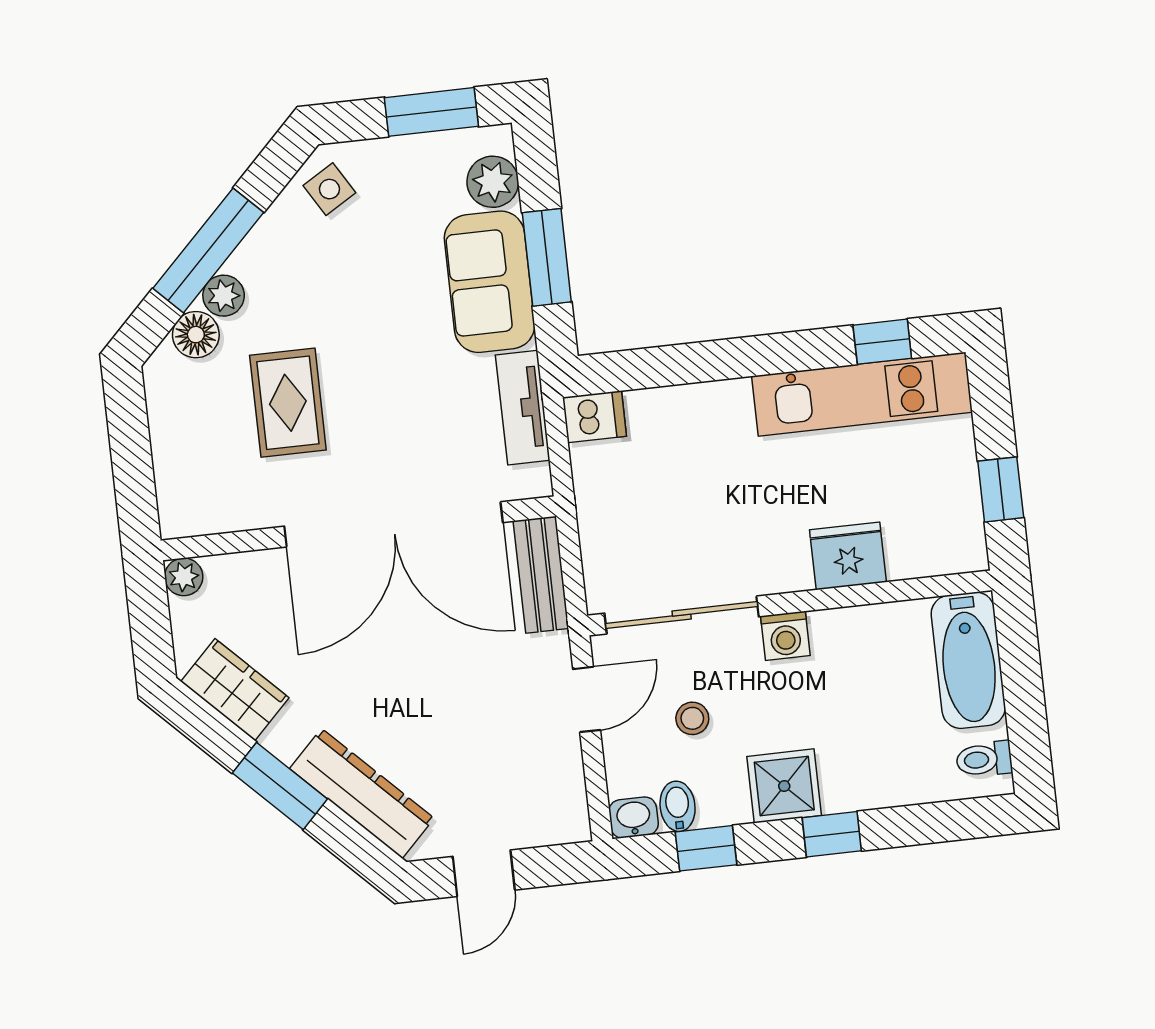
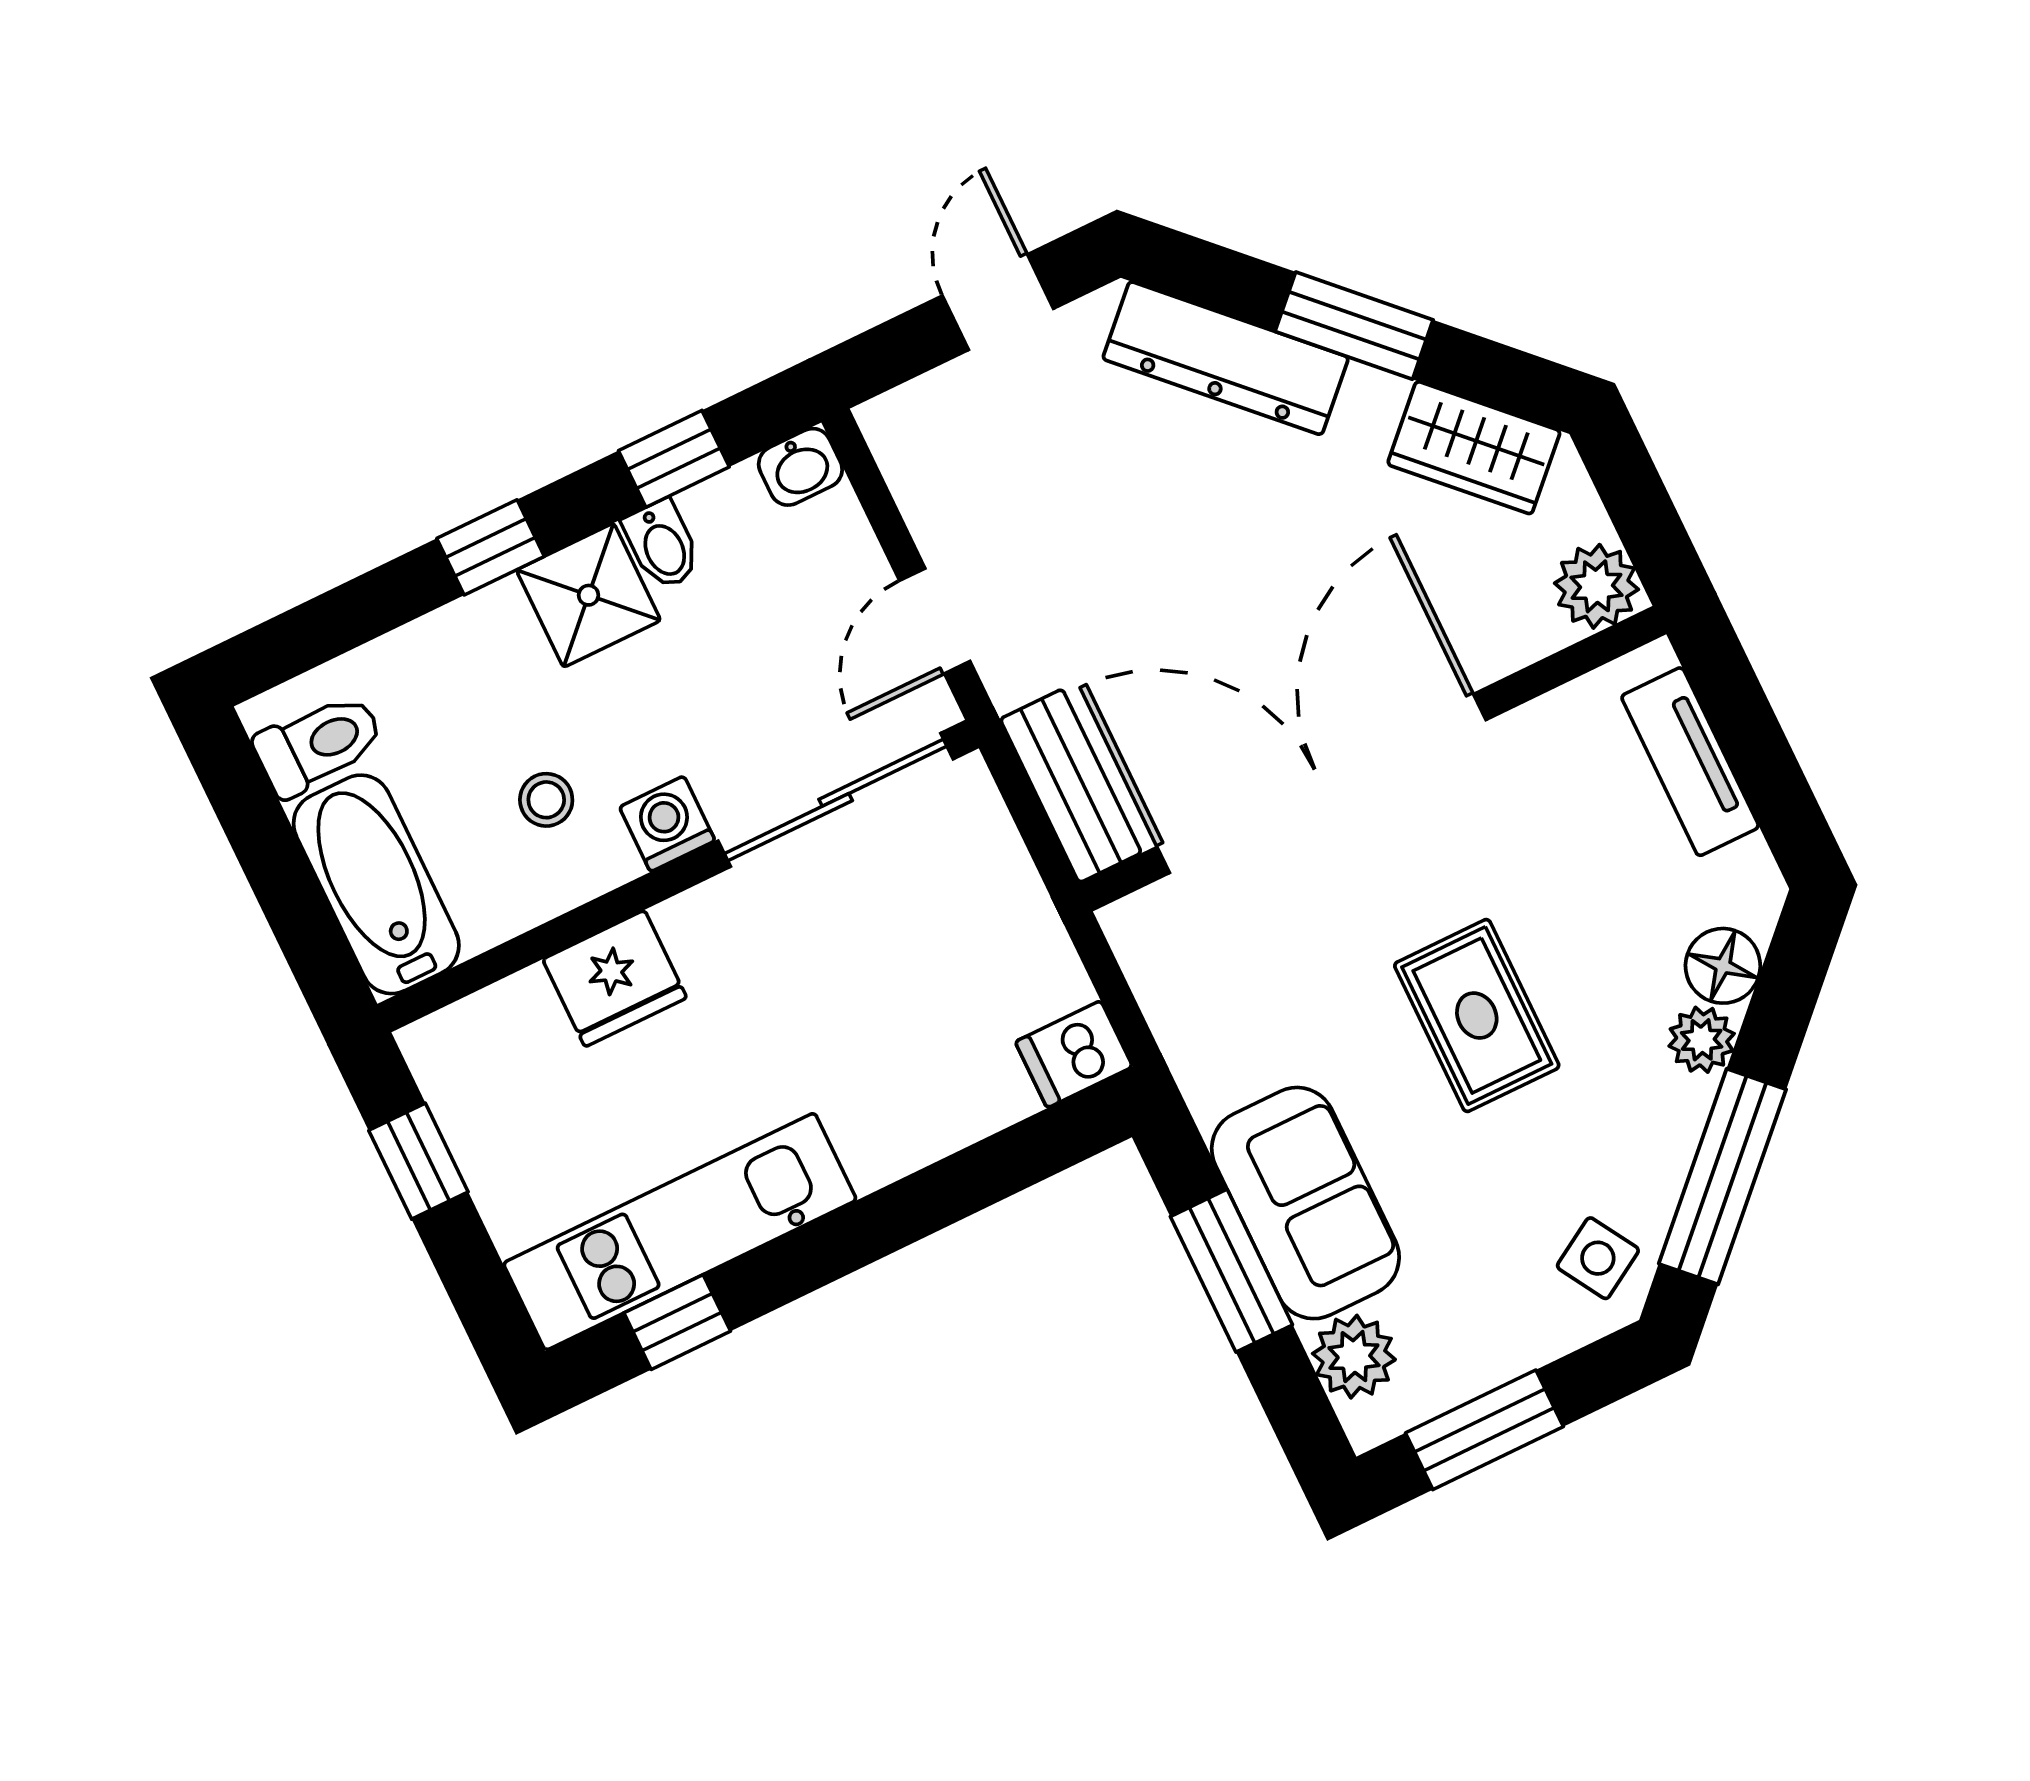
window: (208, 250) -> (1722, 1177), moved
rug: (288, 403) -> (1477, 1016), moved
tv unit: (523, 408) -> (1690, 762), moved, turned 180
plant: (184, 577) -> (1597, 586), width x1.38, depth x1.38
stool: (692, 718) -> (546, 800), moved
toilet: (984, 759) -> (319, 744), width x1.37, depth x1.39
bidet: (678, 806) -> (662, 545), moved

